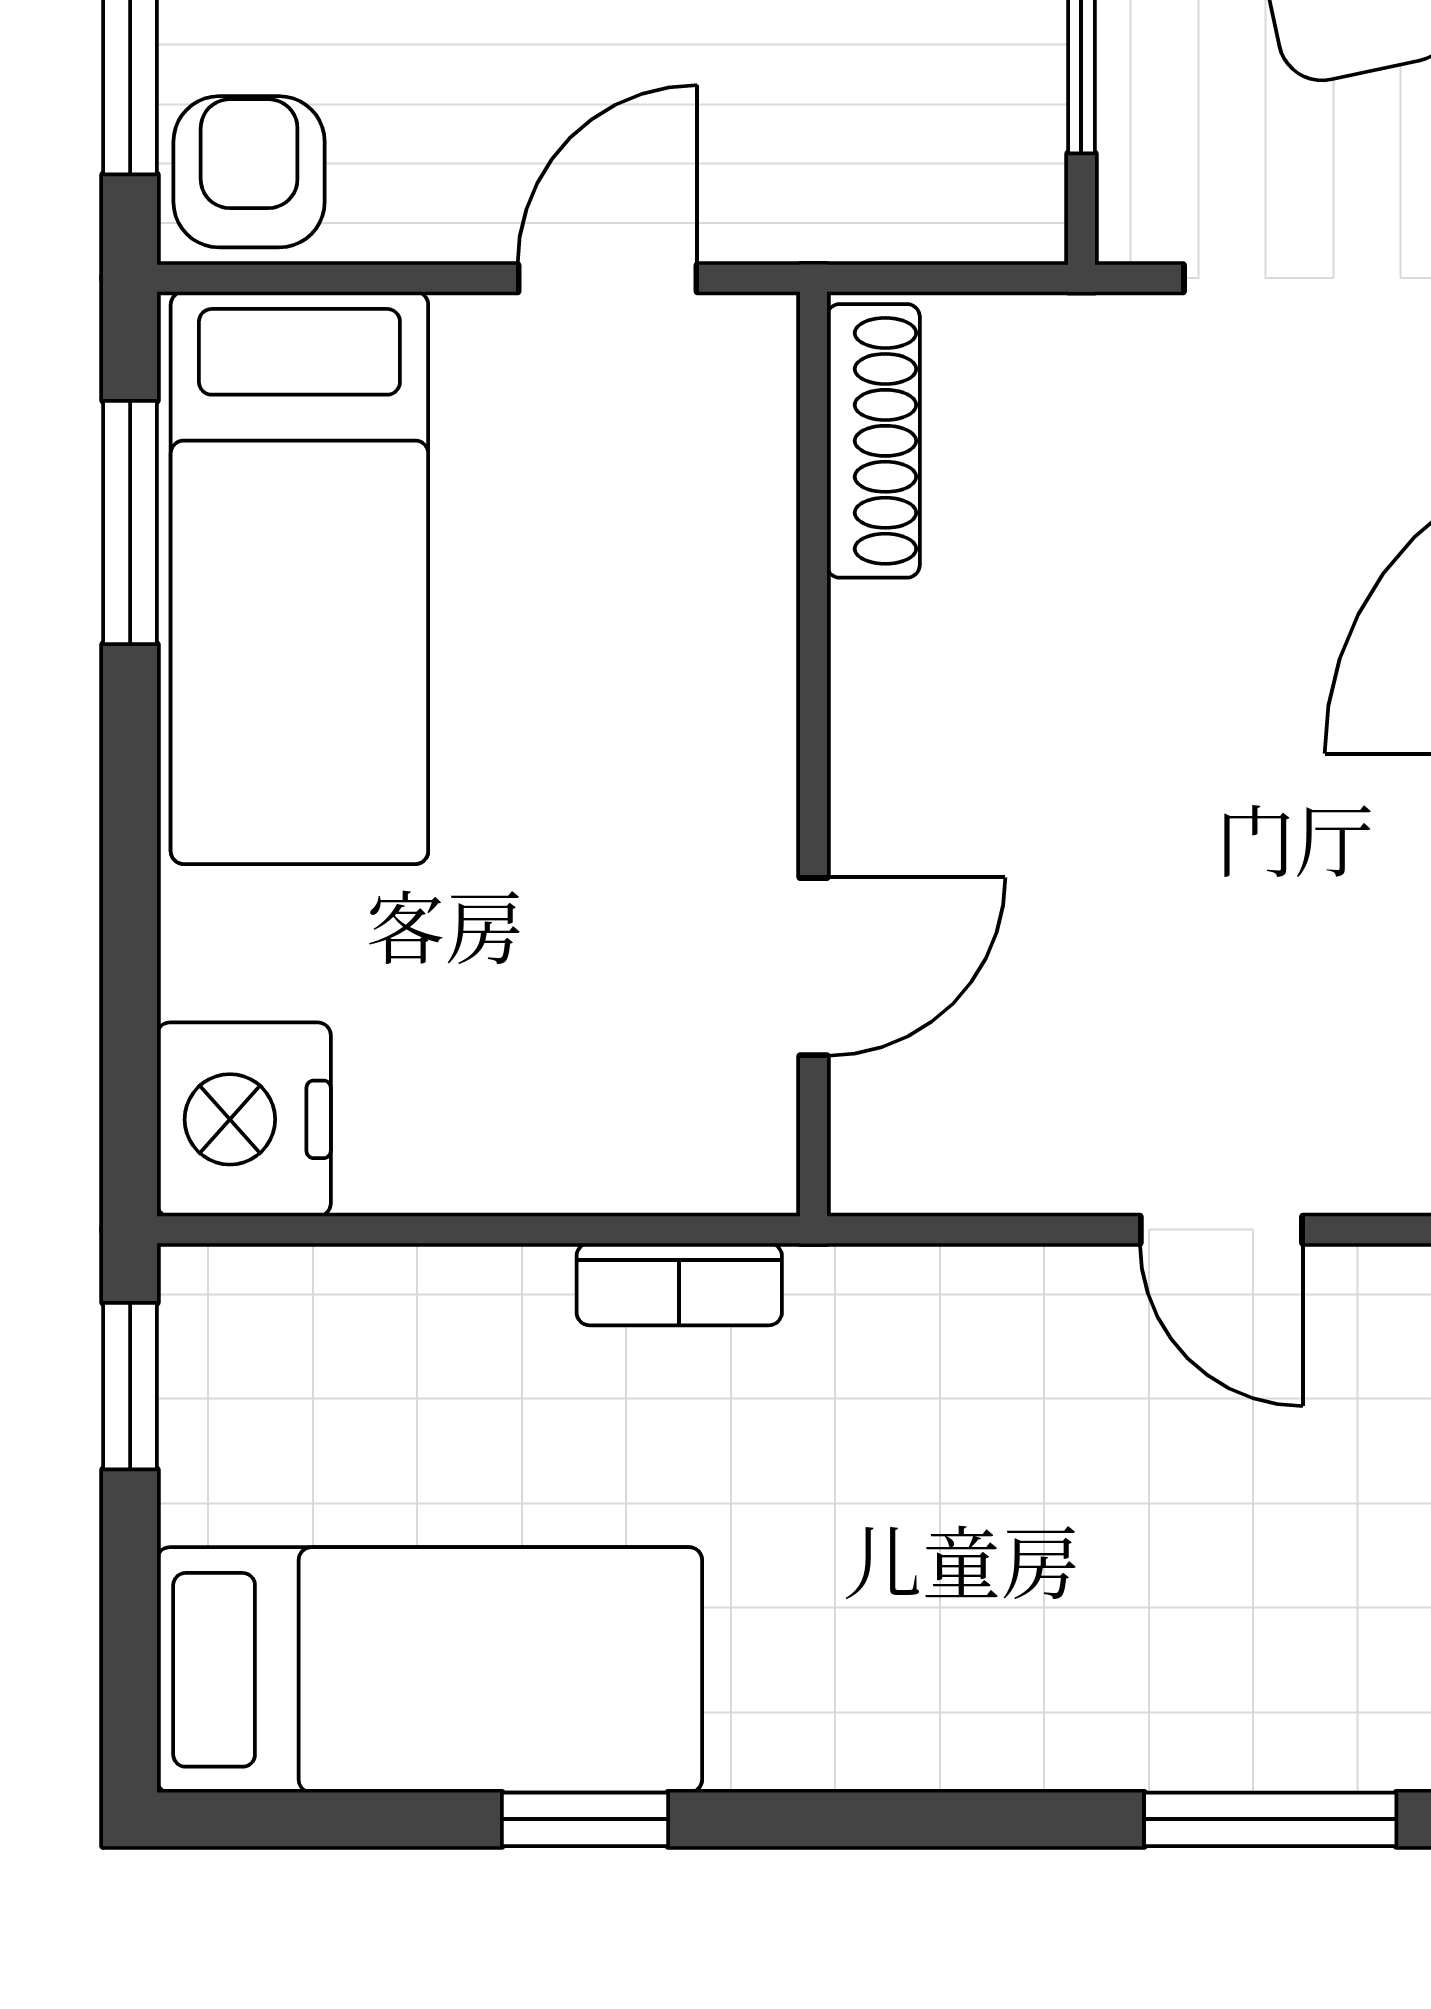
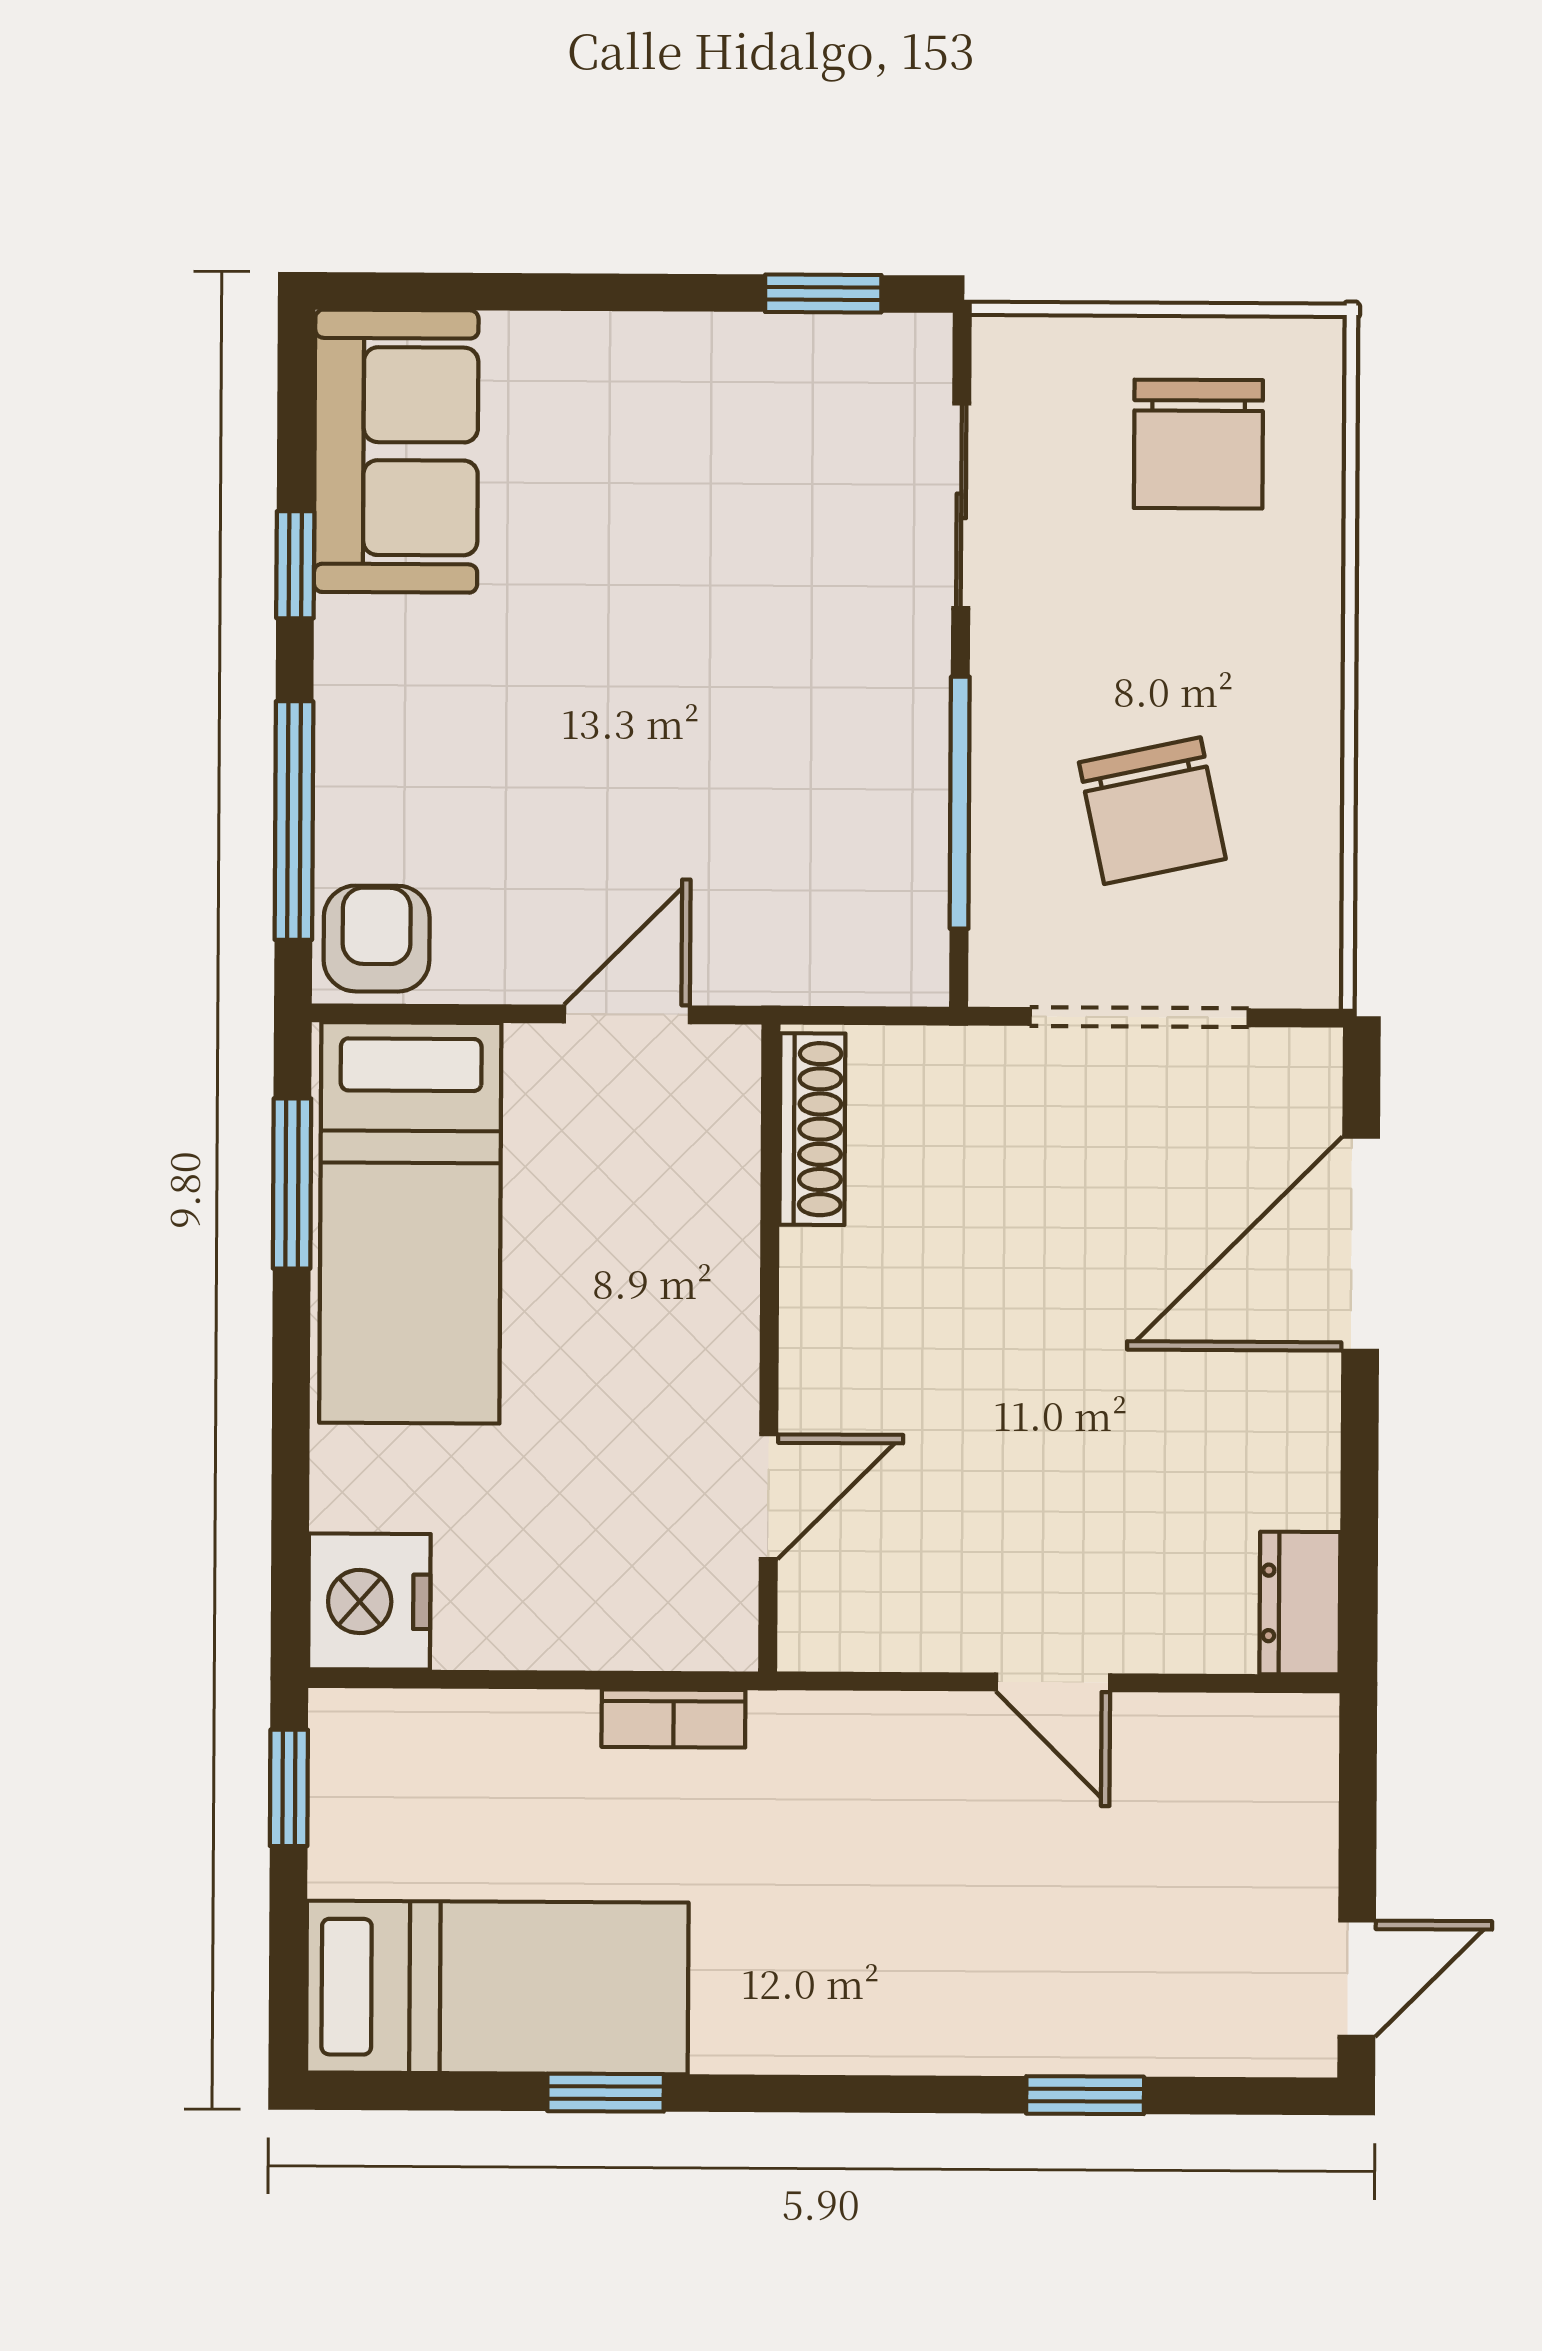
window: (1270, 1819) -> (1085, 2095), width x0.67

